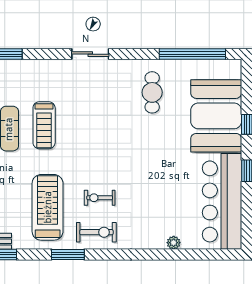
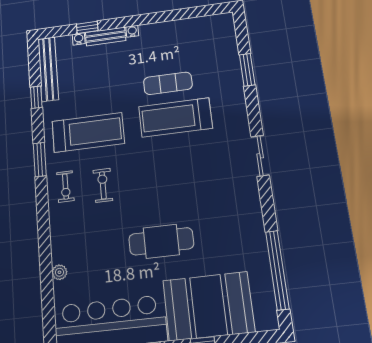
cafe table: (152, 92) -> (161, 241), moved, width x1.37, depth x1.35
treadmill: (44, 125) -> (175, 117), width x1.37, depth x1.38
exercise bike: (96, 232) -> (65, 186), width x0.73, depth x0.72

